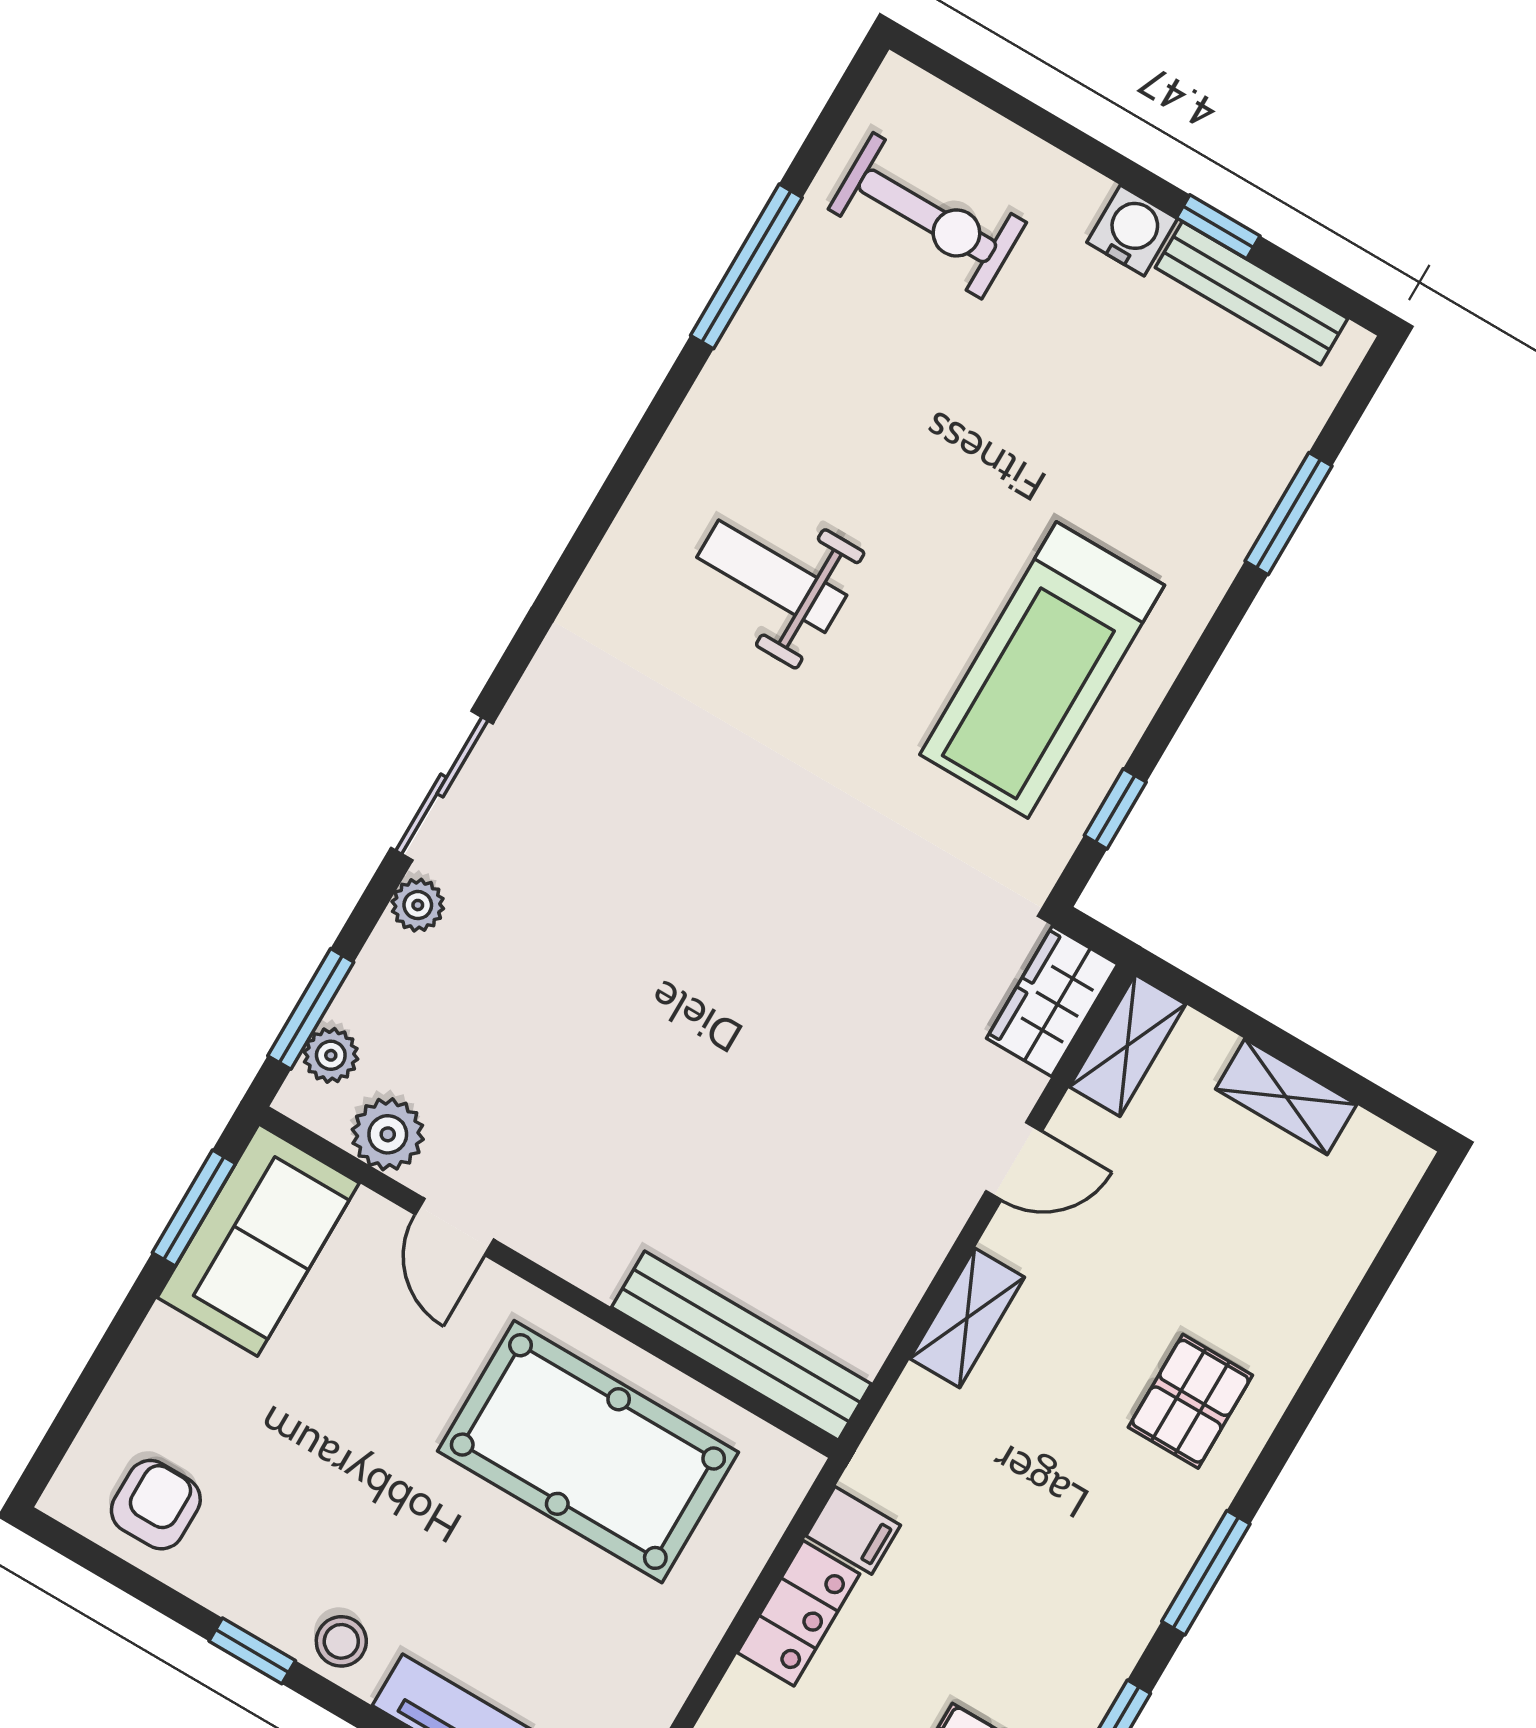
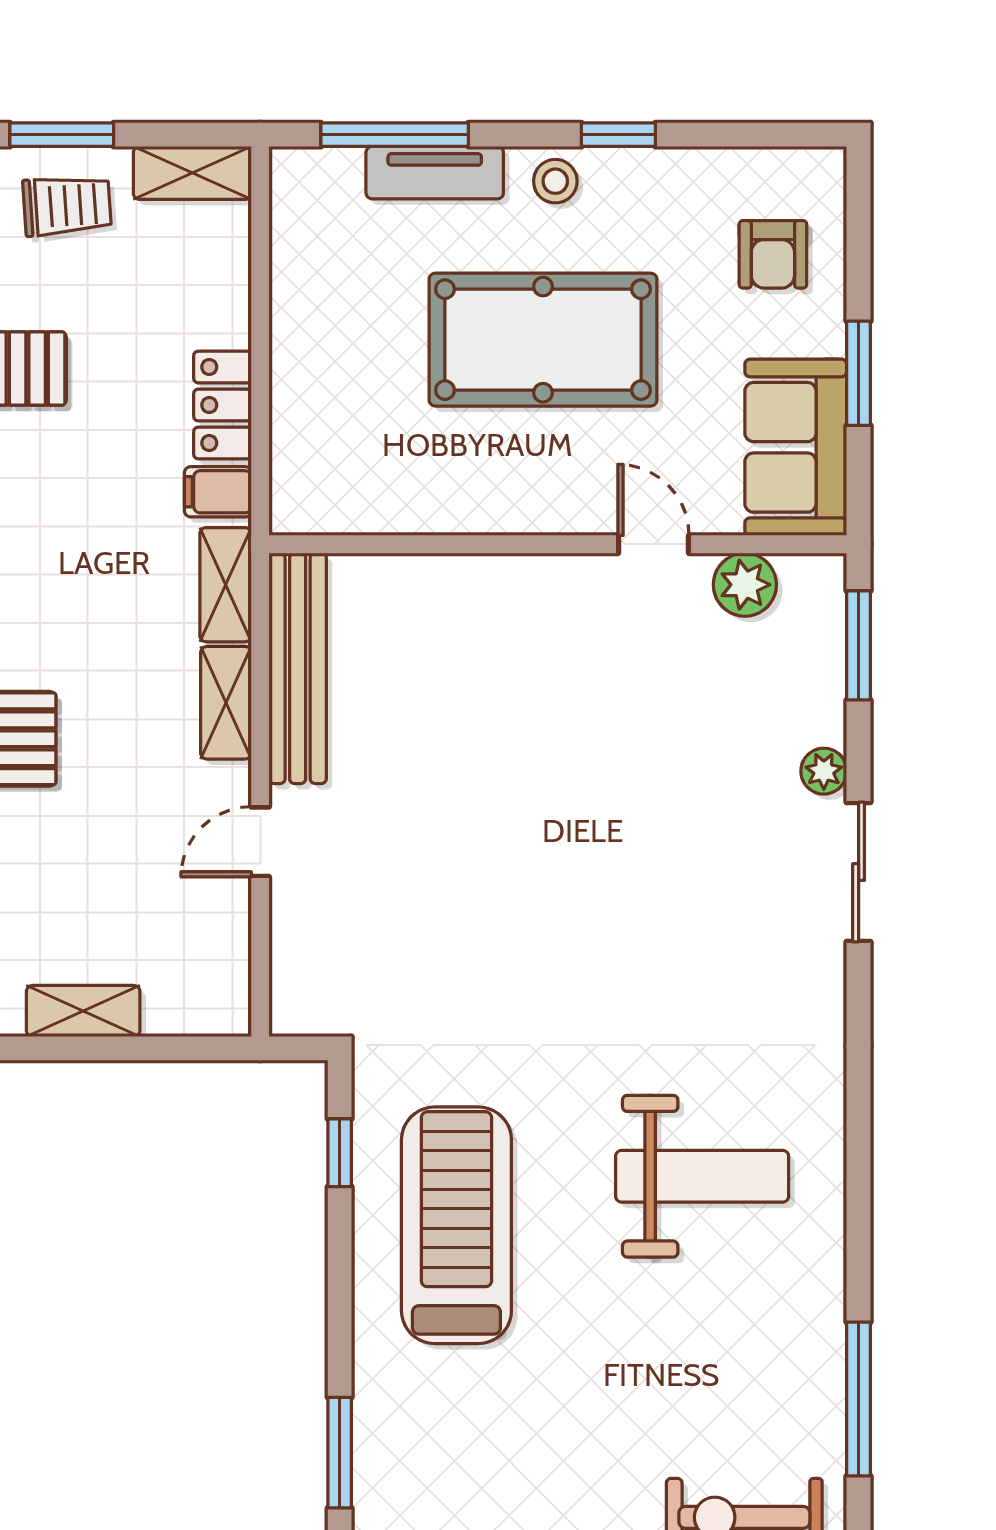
weight bench: (772, 576) -> (702, 1176), width x1.36, depth x1.33
wardrobe: (1052, 1001) -> (302, 979), removed
shelving: (1128, 1045) -> (226, 585), moved
plant: (331, 1055) -> (823, 619), removed
window: (194, 1208) -> (859, 373), moved
bench: (741, 1346) -> (298, 668), moved, turned 90
pool table: (588, 1452) -> (543, 340), moved
armchair: (156, 1505) -> (773, 254), moved

